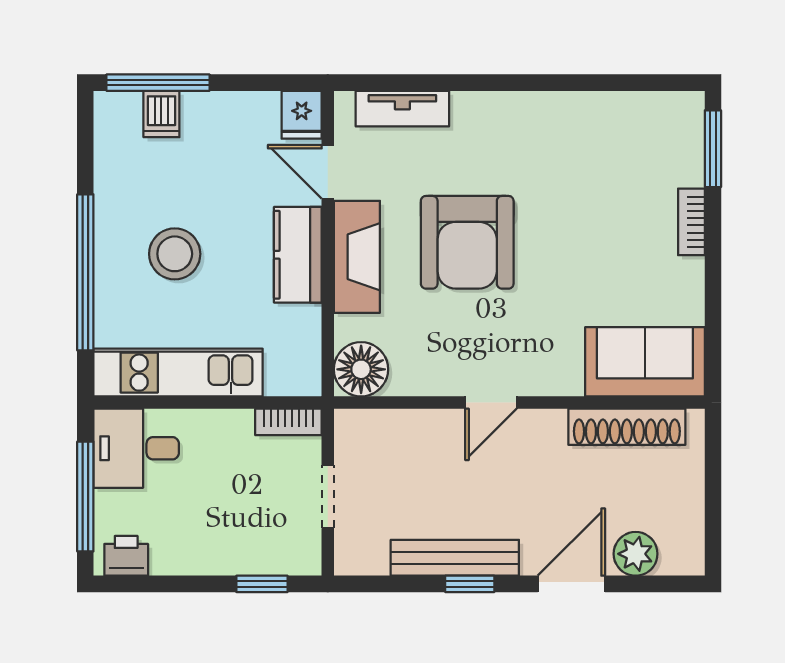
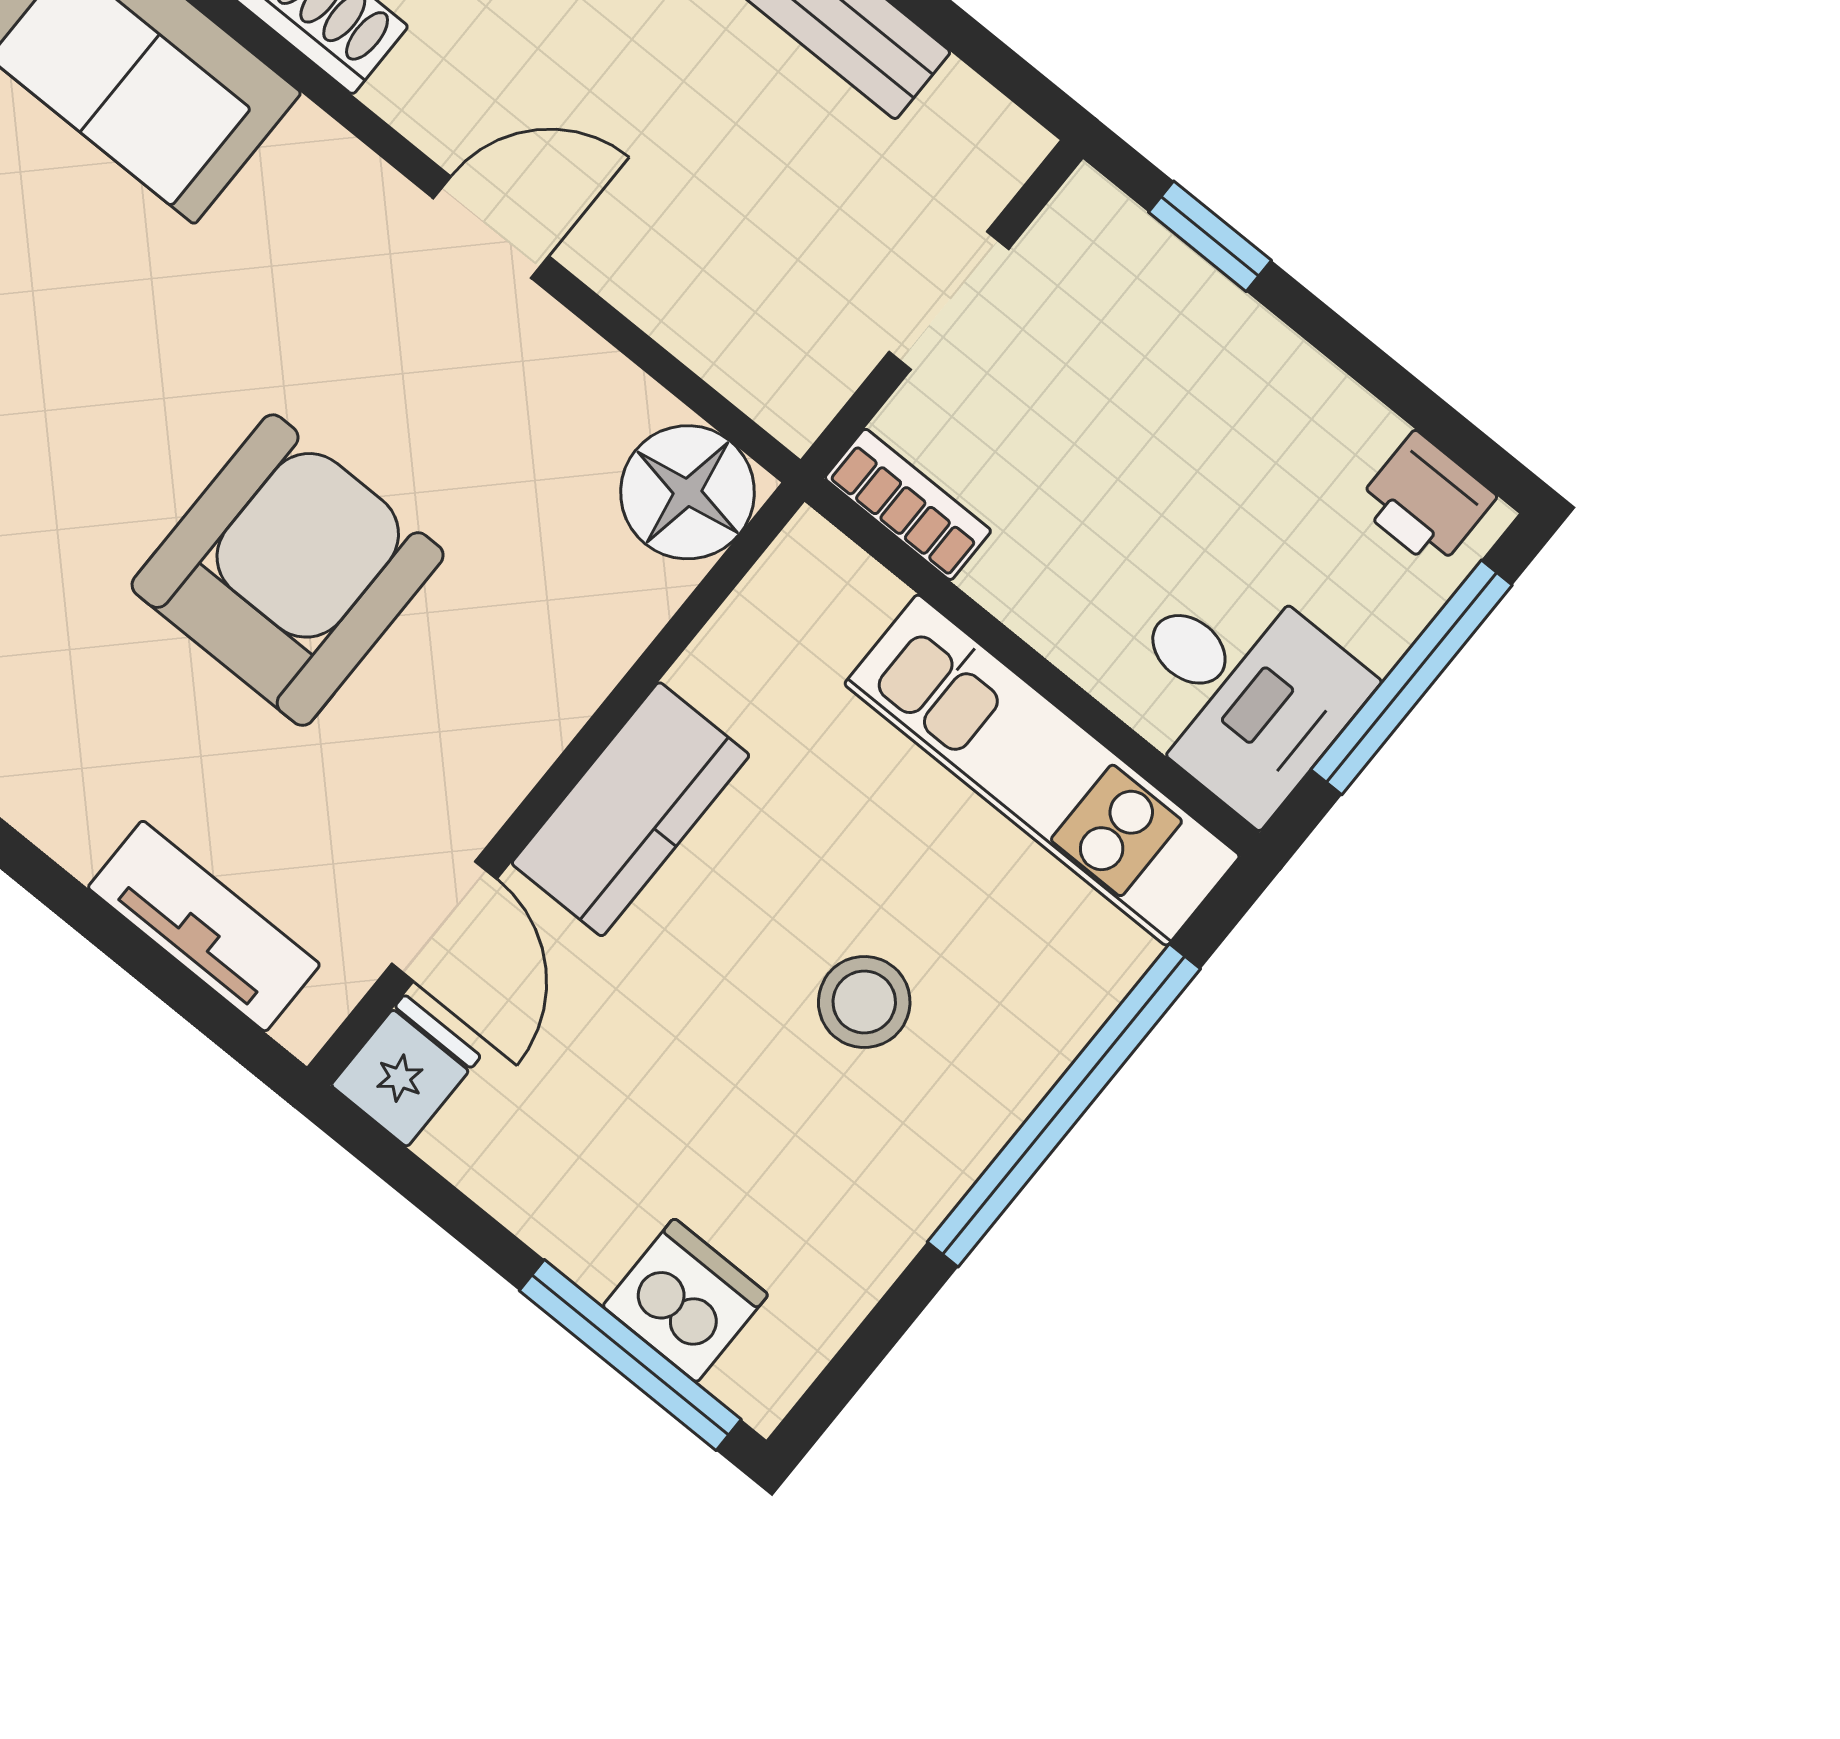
dishwasher: (161, 114) -> (685, 1300), width x1.38
stool: (175, 254) -> (864, 1002), width x0.73, depth x0.73
fireplace: (357, 257) -> (521, 714), removed

